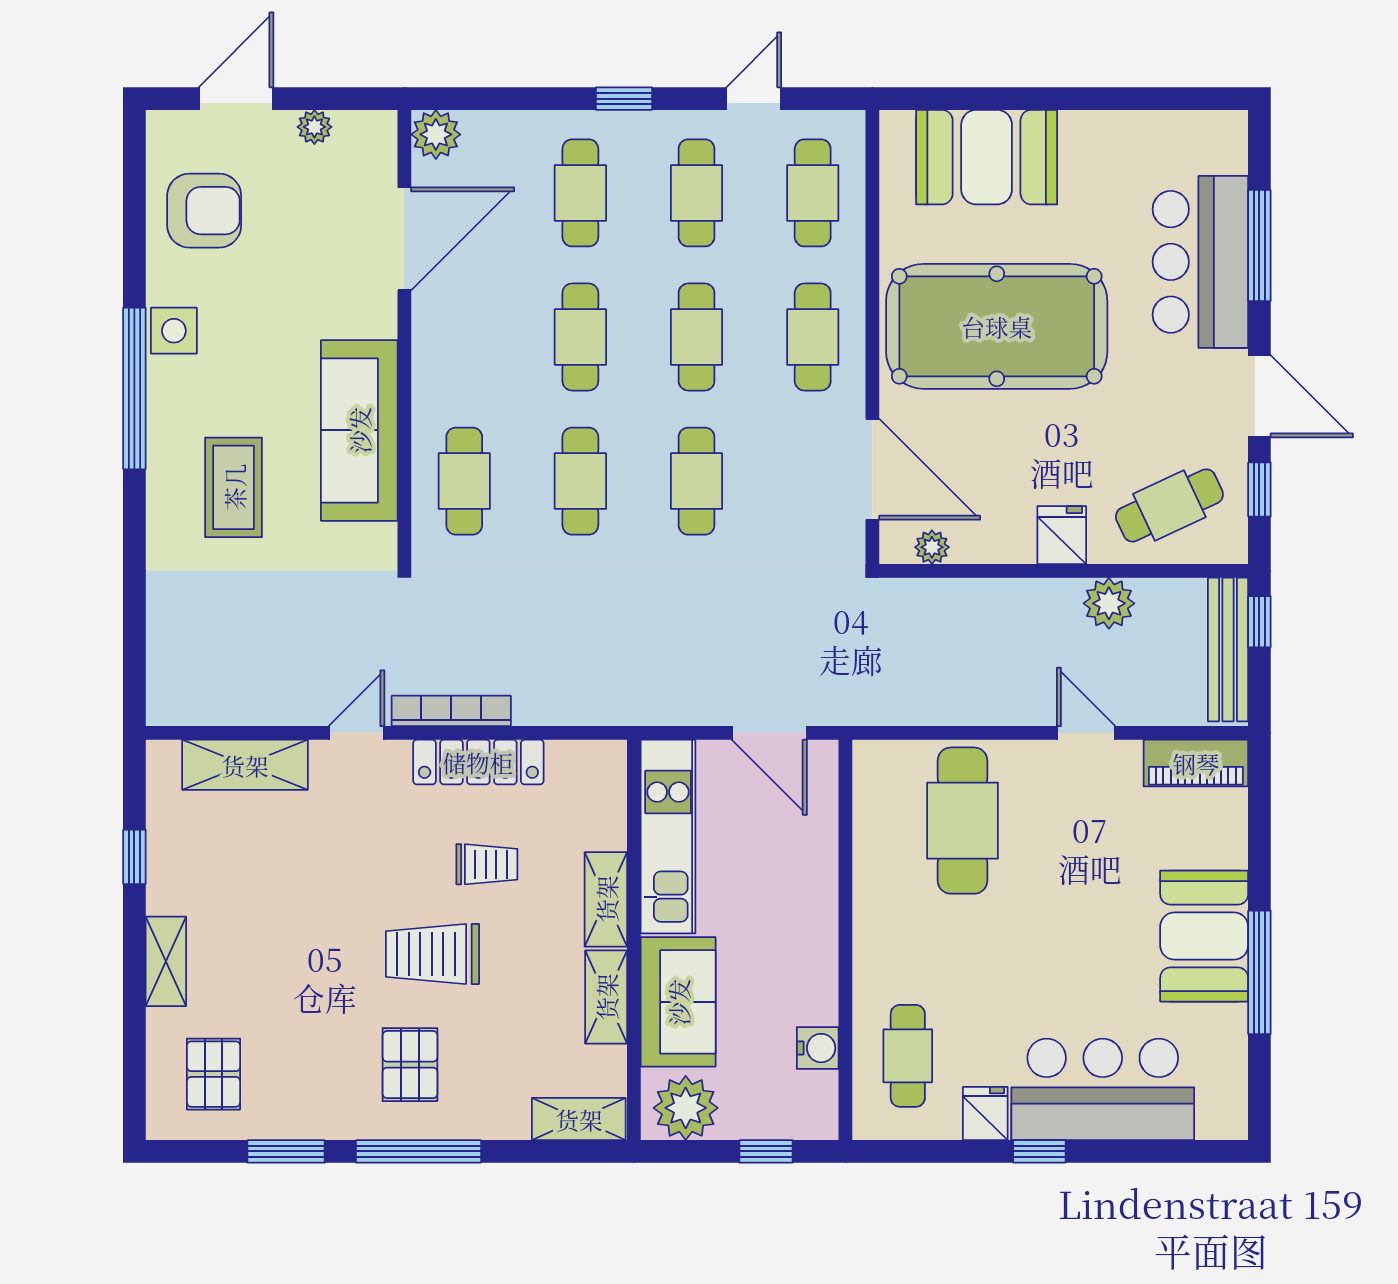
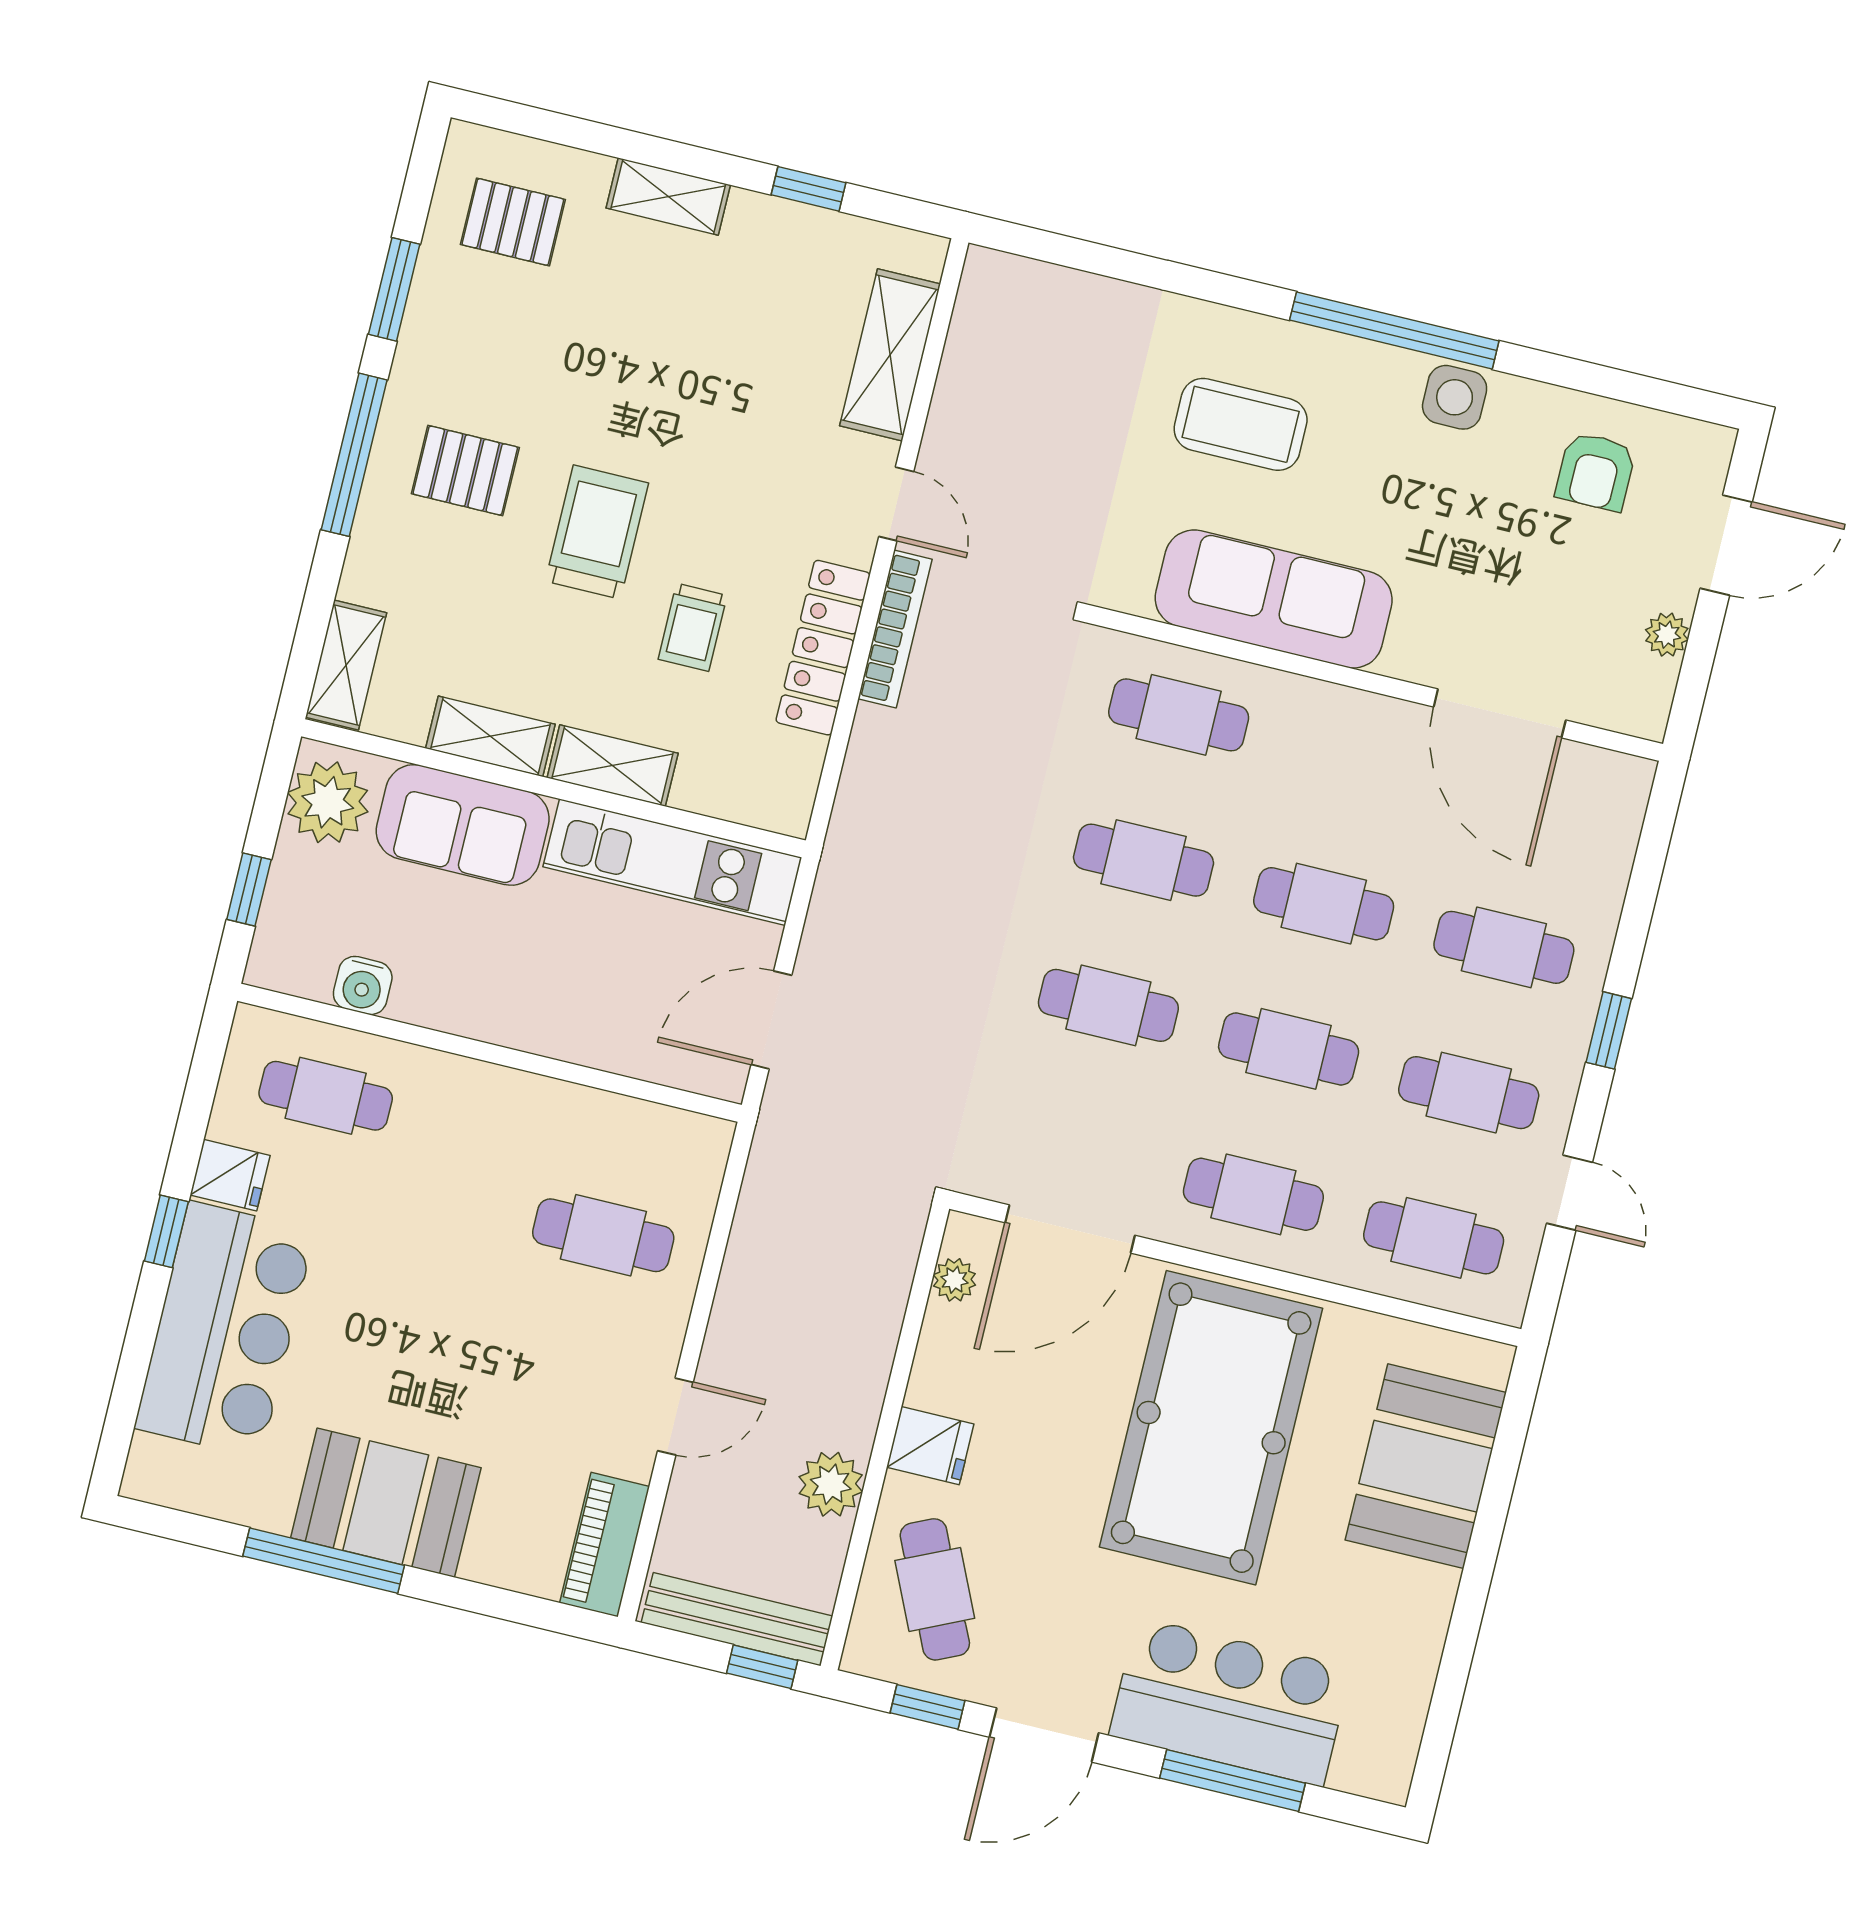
door: (236, 99) -> (1726, 545), hinge flipped
plant: (436, 134) -> (1621, 784), removed
armchair: (204, 211) -> (1596, 472), width x0.72, depth x0.72
cafe table: (962, 821) -> (603, 1235), width x0.73, depth x0.74

